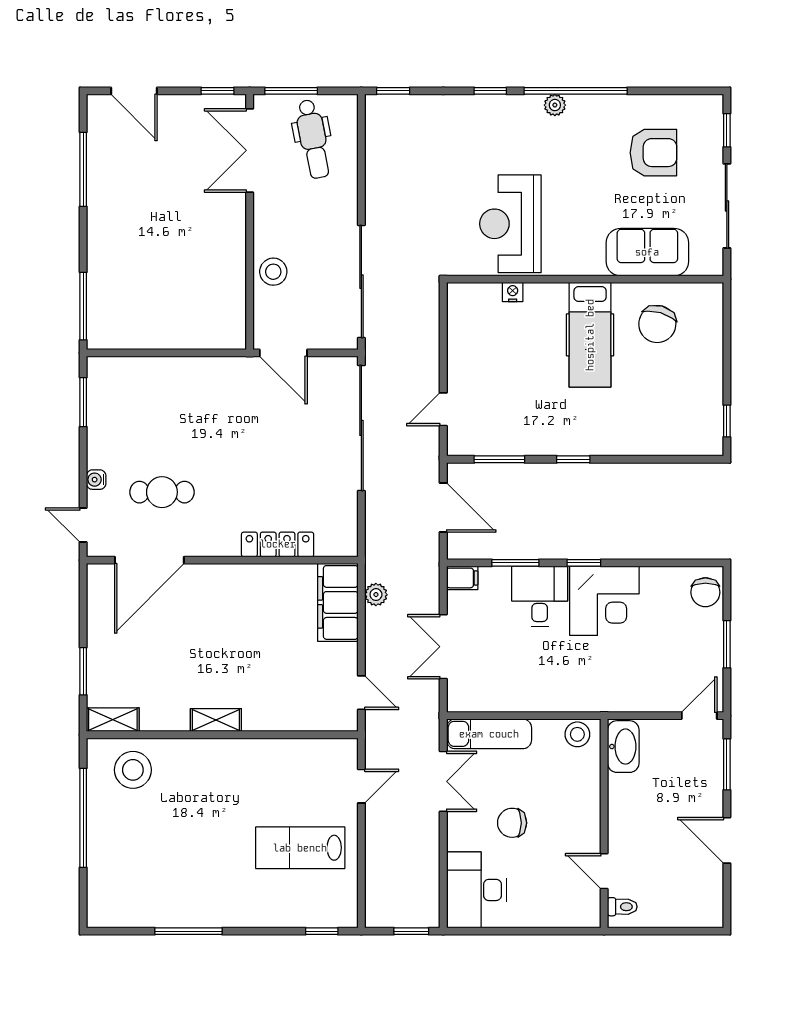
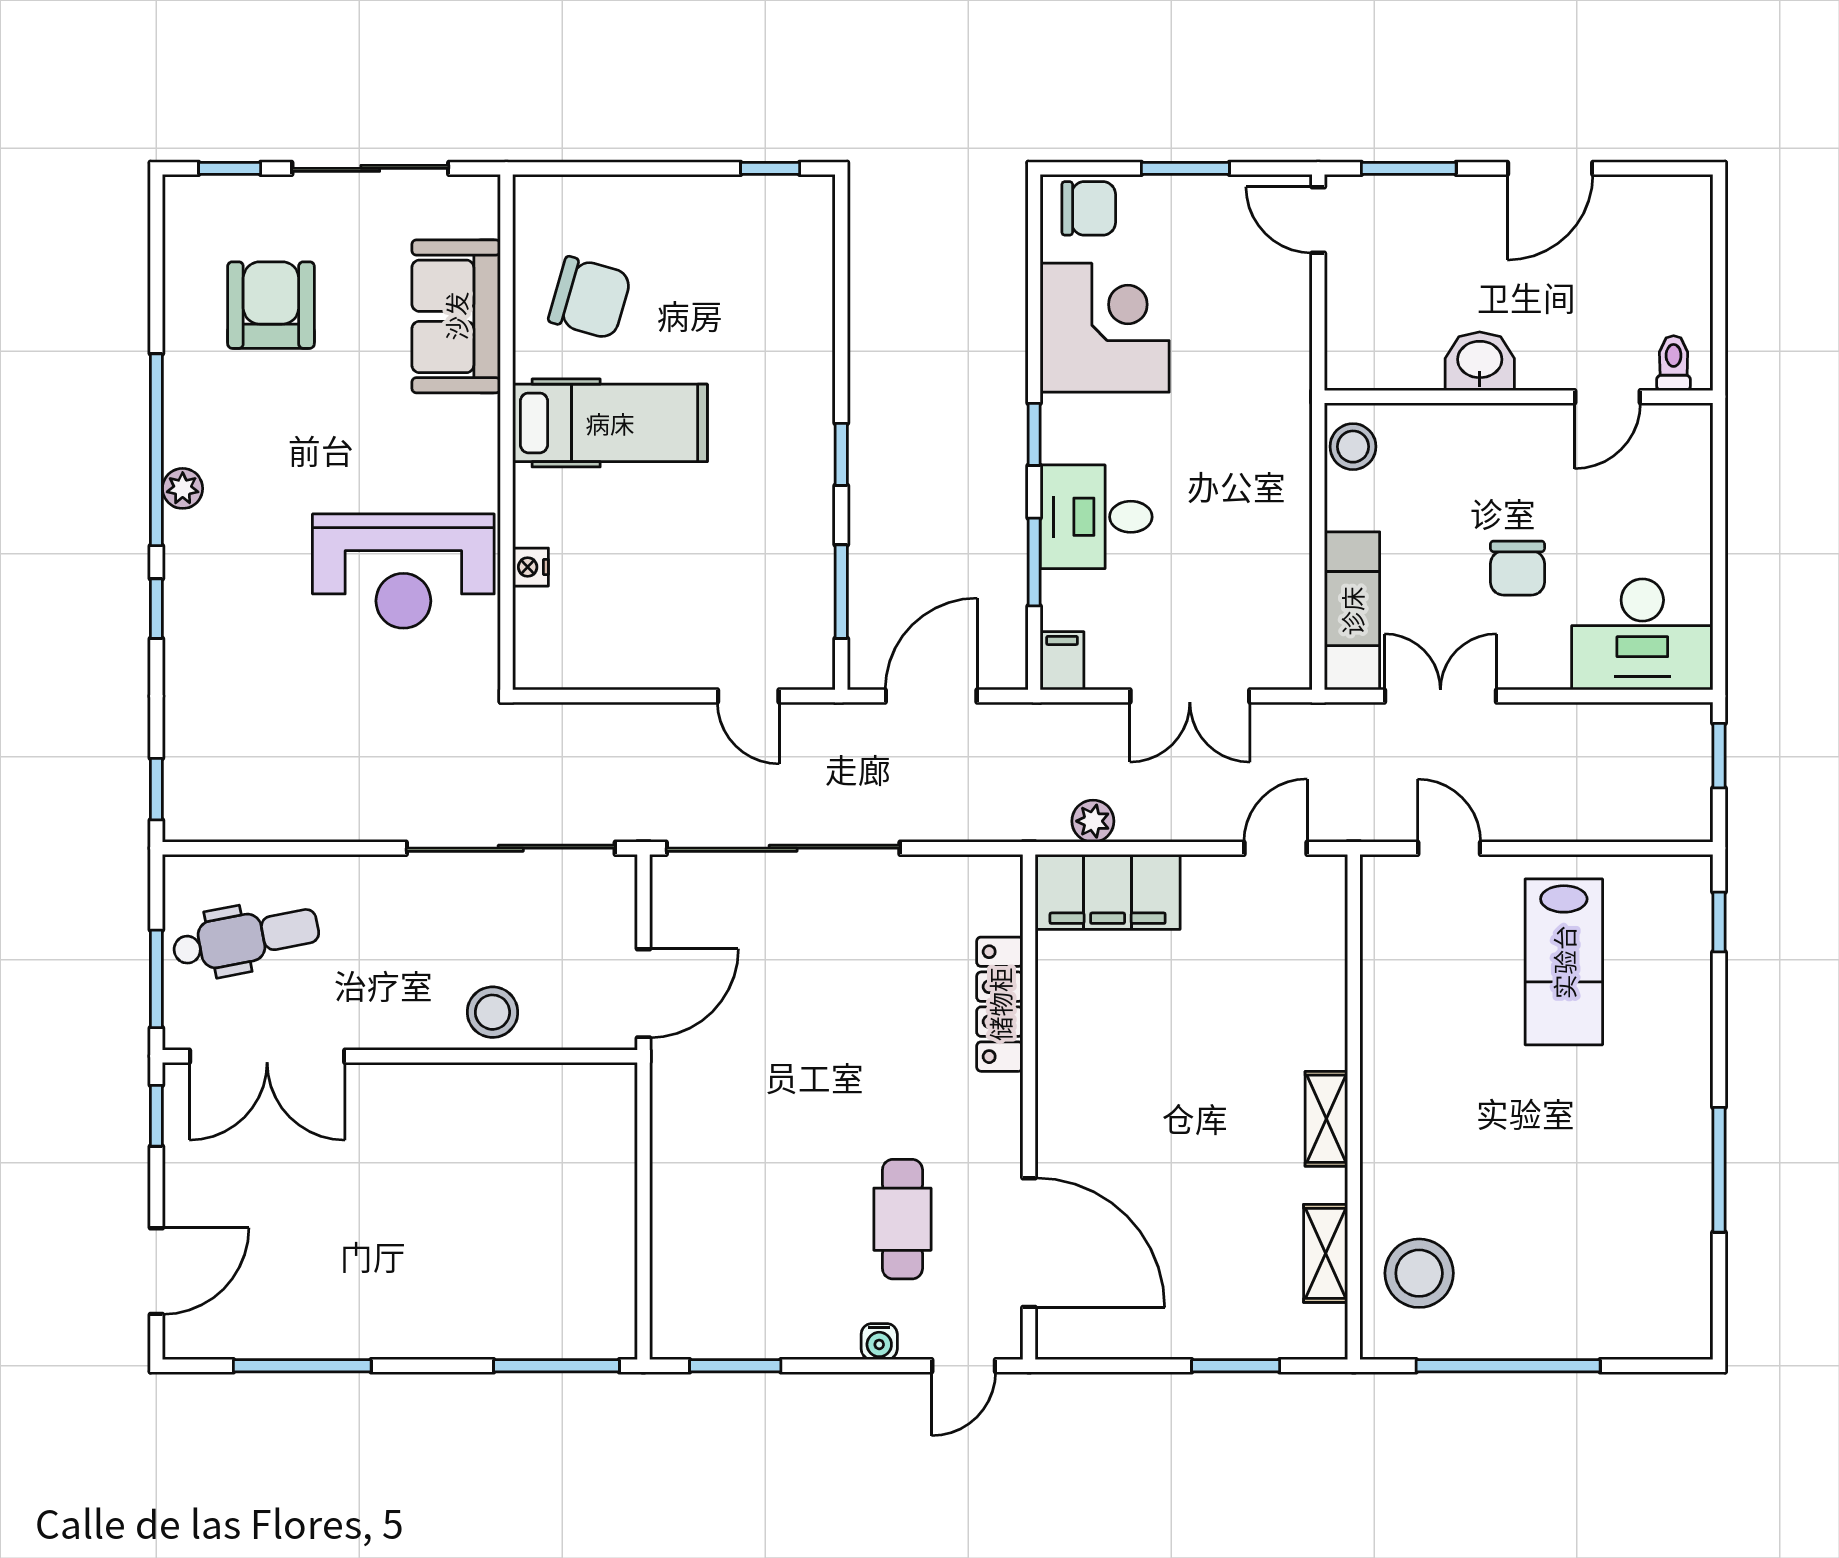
corner desk: (604, 601) -> (1105, 328), moved
shelving: (113, 720) -> (1326, 1253), moved
washbasin: (623, 747) -> (1480, 361), moved, width x0.72

